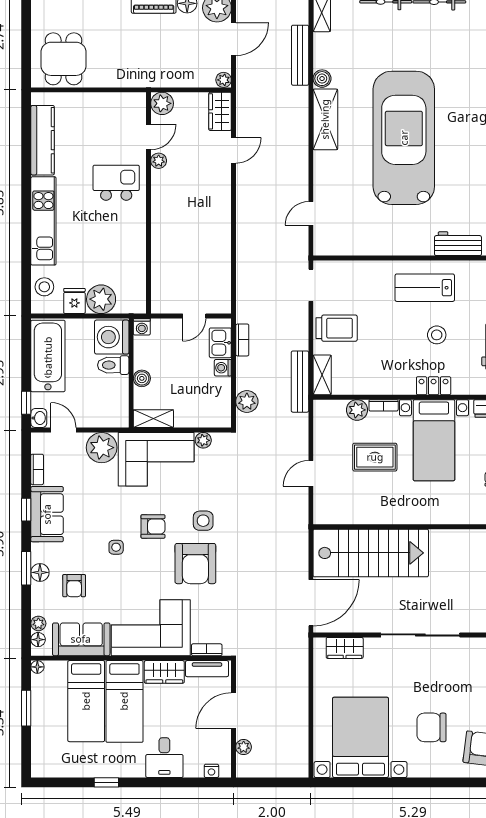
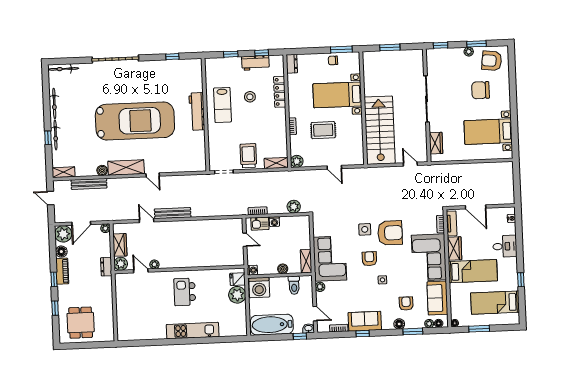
door: (234, 39) -> (81, 223), swing flipped
dining table: (64, 59) -> (81, 323), moved, turned 90
dresser: (158, 79) -> (106, 267), added
wardrobe: (220, 111) -> (120, 245), moved, turned -90
car: (404, 138) -> (135, 121), turned 180
kitchen counter: (43, 140) -> (145, 333), removed
kitchen island: (116, 183) -> (185, 292), moved
door: (311, 213) -> (153, 175), moved
workbench: (458, 244) -> (197, 111), moved, width x1.38
stool: (44, 287) -> (231, 328), removed
fridge: (74, 301) -> (238, 279), moved
toilet: (113, 365) -> (294, 285), moved
bench: (300, 382) -> (173, 213), moved
locker: (434, 386) -> (280, 92), width x1.53
plant: (357, 410) -> (297, 161), moved
door: (63, 430) -> (315, 314), swing flipped
plant: (203, 440) -> (318, 231), removed
bed with nightstands: (434, 440) -> (337, 95), moved, turned 180
plant: (102, 448) -> (320, 287), width x0.53, depth x0.53
rug: (375, 457) -> (323, 130), turned 90
window: (26, 568) -> (413, 331), moved
armchair: (74, 586) -> (406, 304), turned -90
door: (311, 603) -> (410, 164), width x0.53
bed: (86, 701) -> (495, 303), moved, turned 180
chair: (431, 727) -> (481, 90), turned 90
bed with nightstands: (360, 737) -> (488, 132), width x0.73
plant: (244, 747) -> (497, 200), removed

